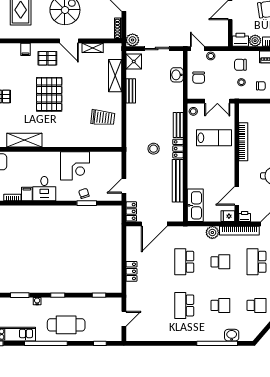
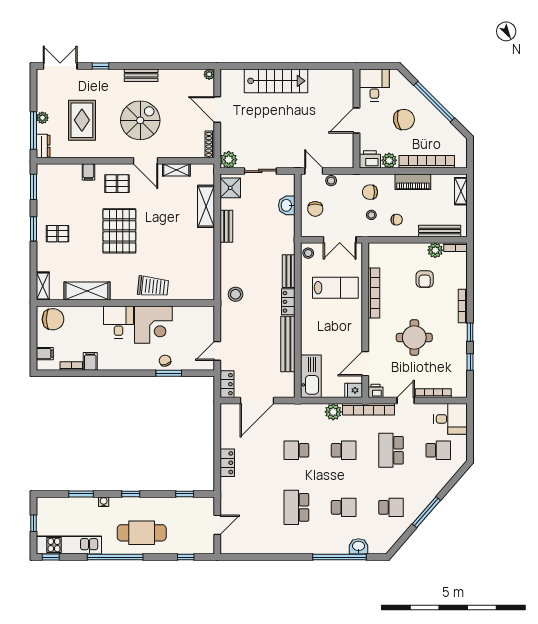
trolley: (103, 118) -> (153, 286), moved
stool: (154, 149) -> (236, 294), moved
desk: (44, 189) -> (118, 322), moved, turned 180
school desk: (184, 262) -> (296, 450), width x0.54

